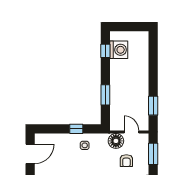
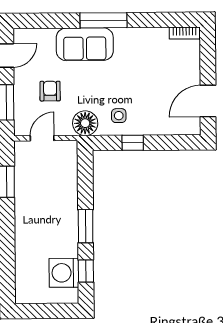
window: (105, 95) -> (86, 226), moved
door: (131, 132) -> (42, 138), swing flipped
floor lamp: (116, 141) -> (85, 123), moved

